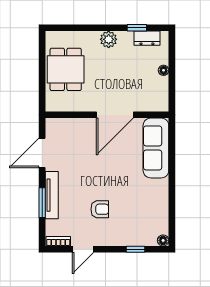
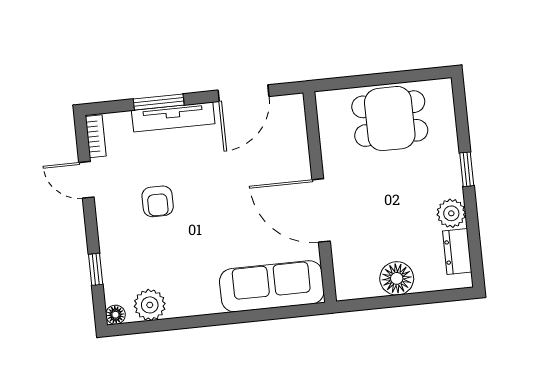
window: (137, 28) -> (467, 169), moved
plant: (109, 39) -> (451, 213), moved
floor lamp: (164, 70) -> (397, 278), width x1.89, depth x1.89
door: (42, 153) -> (243, 93), swing flipped
plant: (159, 220) -> (150, 305), added

